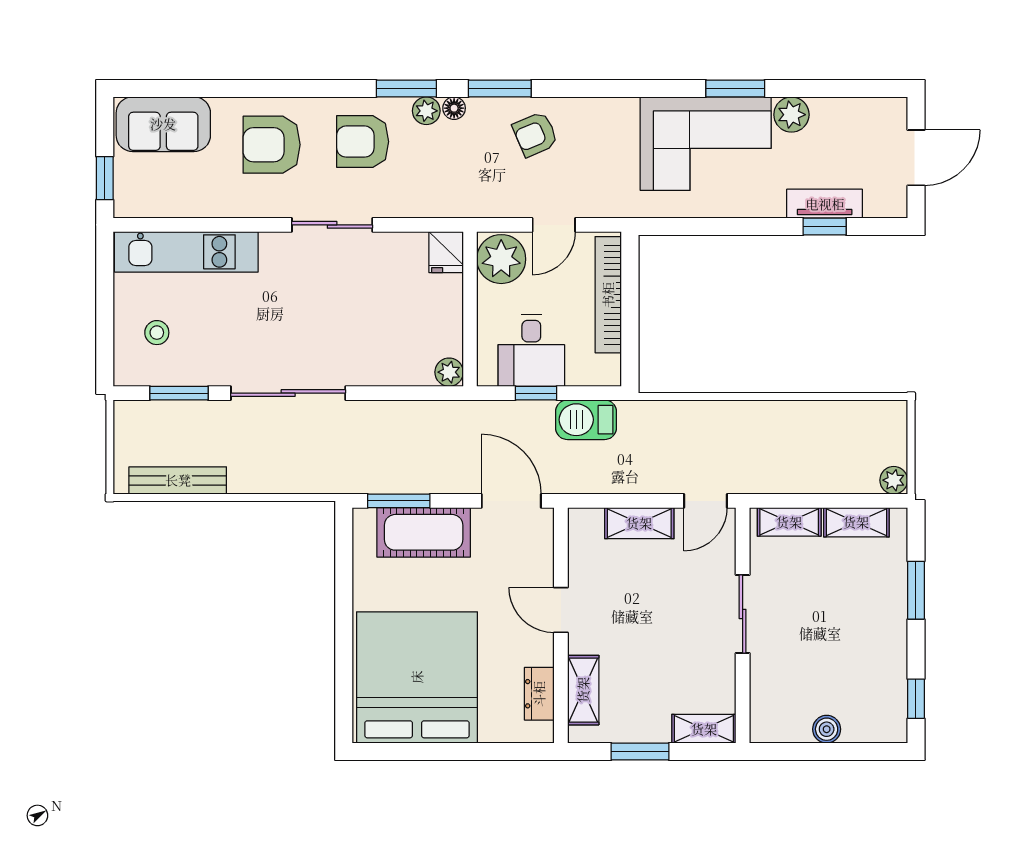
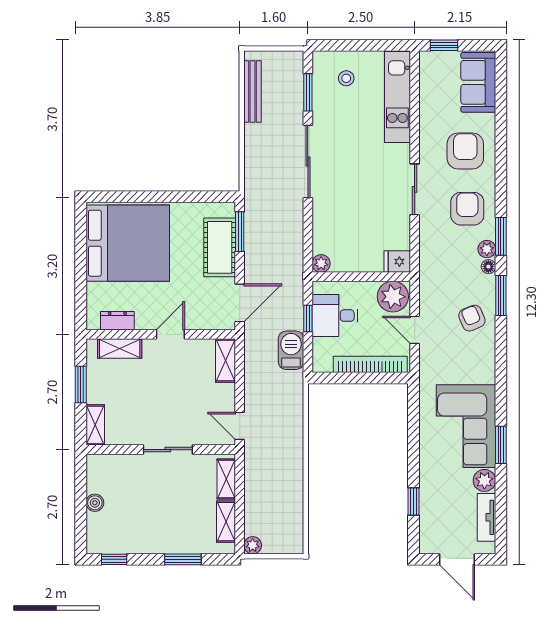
tv unit: (825, 204) -> (486, 517), moved, turned 180
shelving: (639, 523) -> (225, 361), moved

